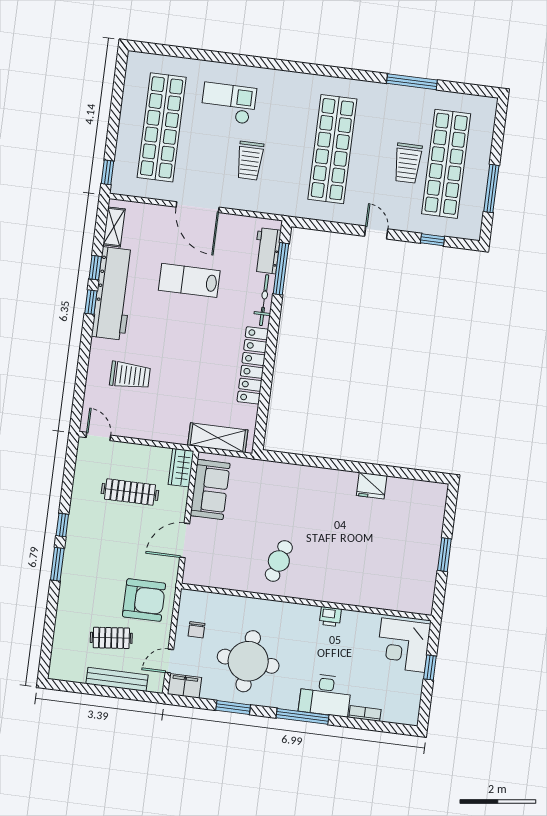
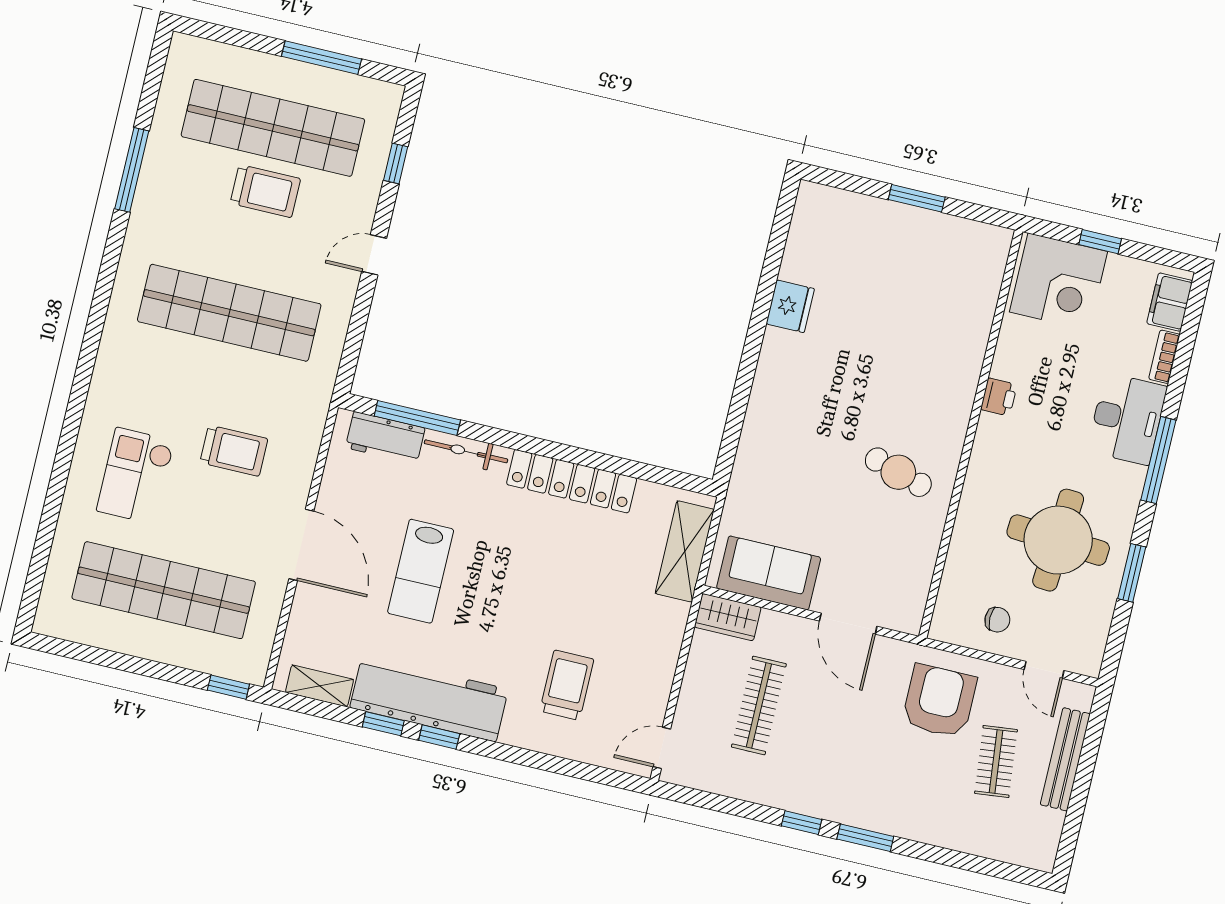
door: (198, 207) -> (301, 545), hinge flipped
filing cabinet: (184, 686) -> (1170, 302), moved

